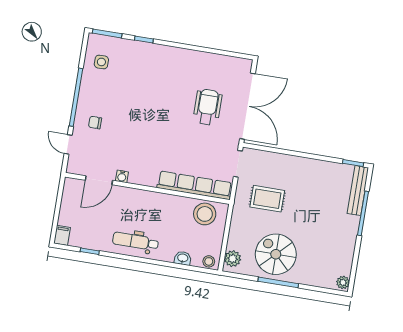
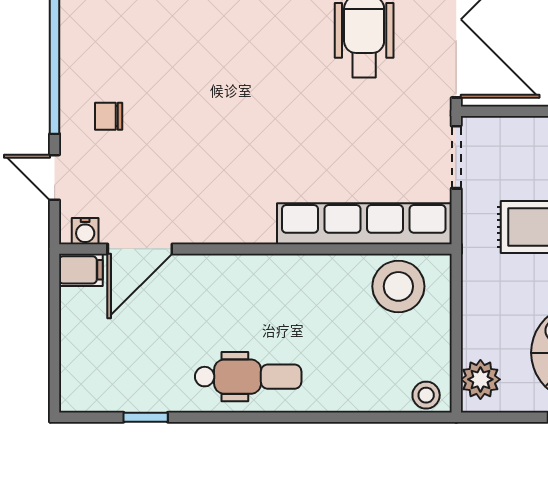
water cooler: (122, 176) -> (85, 231), moved
filing cabinet: (62, 235) -> (81, 270), moved, turned 90
dental chair: (135, 241) -> (248, 377), turned 180
washbasin: (183, 258) -> (364, 398), removed

